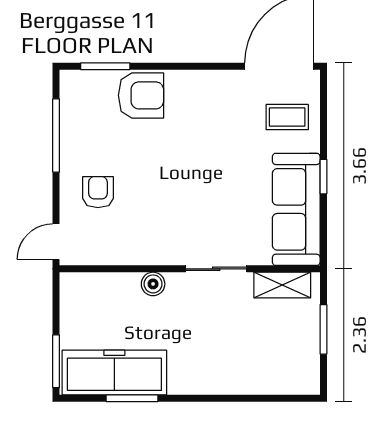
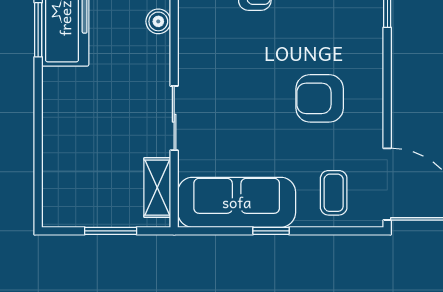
armchair: (141, 95) -> (320, 98), moved, turned 90
boiler: (153, 284) -> (158, 21), moved

